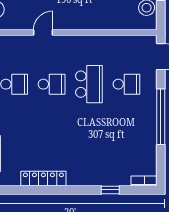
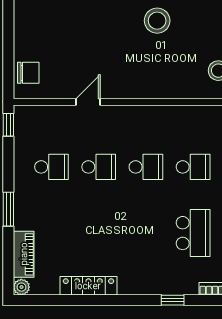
school desk: (89, 84) -> (146, 167), width x0.54
school desk: (126, 137) -> (193, 233), added

